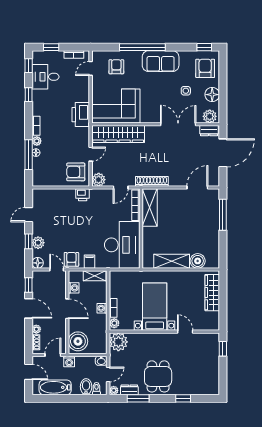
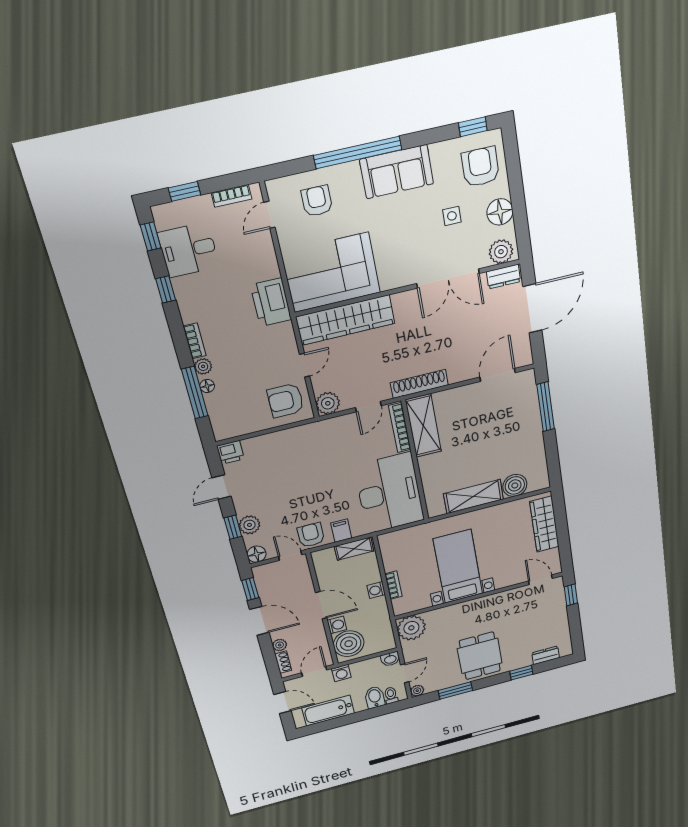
double door: (178, 124) -> (448, 278), swing flipped
printer: (83, 195) -> (230, 452), moved
washing machine: (74, 288) -> (337, 625), moved
plant: (114, 323) -> (400, 605), removed
door: (185, 332) -> (540, 580), moved
dresser: (129, 390) -> (546, 655), moved

